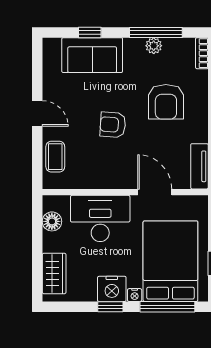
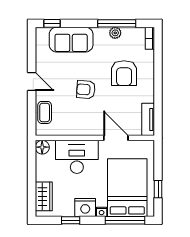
window: (90, 32) -> (52, 23), moved
floor lamp: (52, 221) -> (42, 147), moved
window: (110, 307) -> (71, 220), moved

